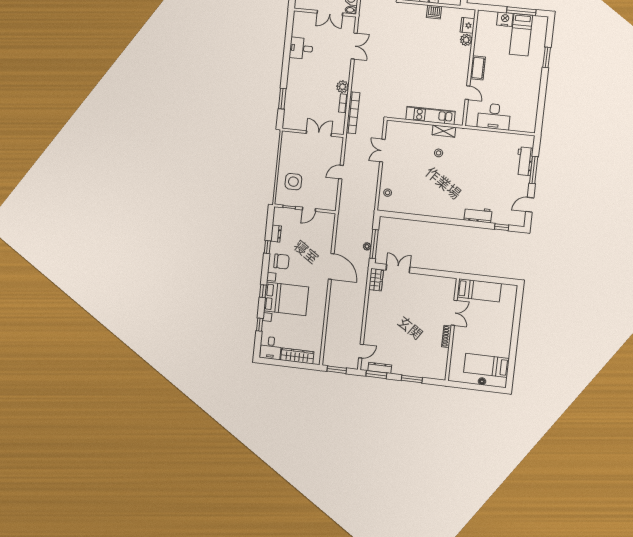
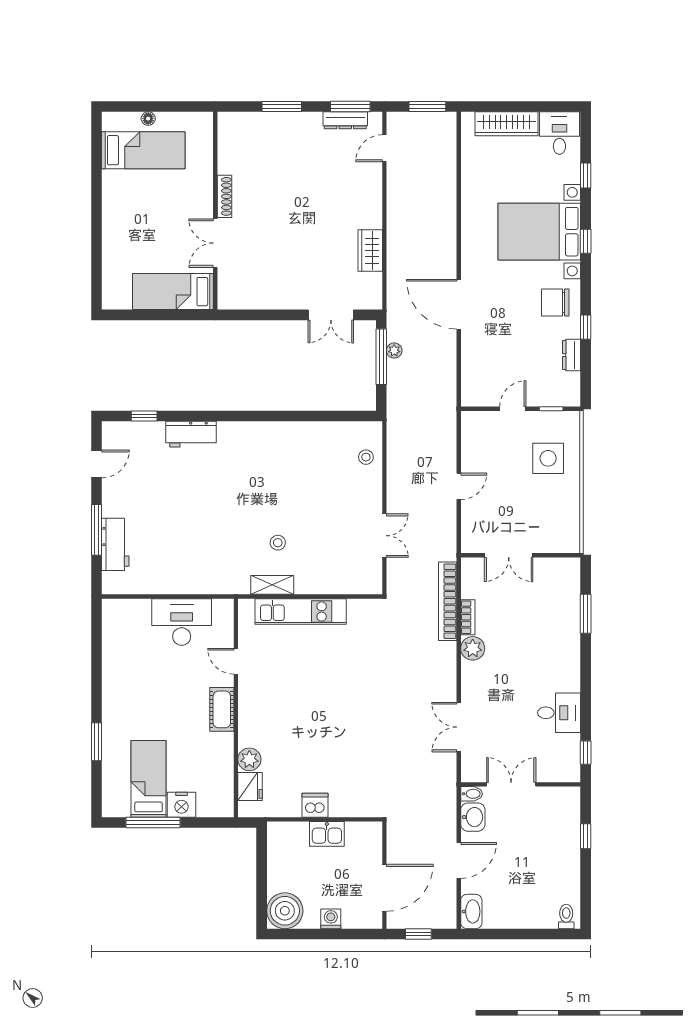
window: (290, 26) -> (586, 753), added
wardrobe: (376, 280) -> (370, 251), moved

